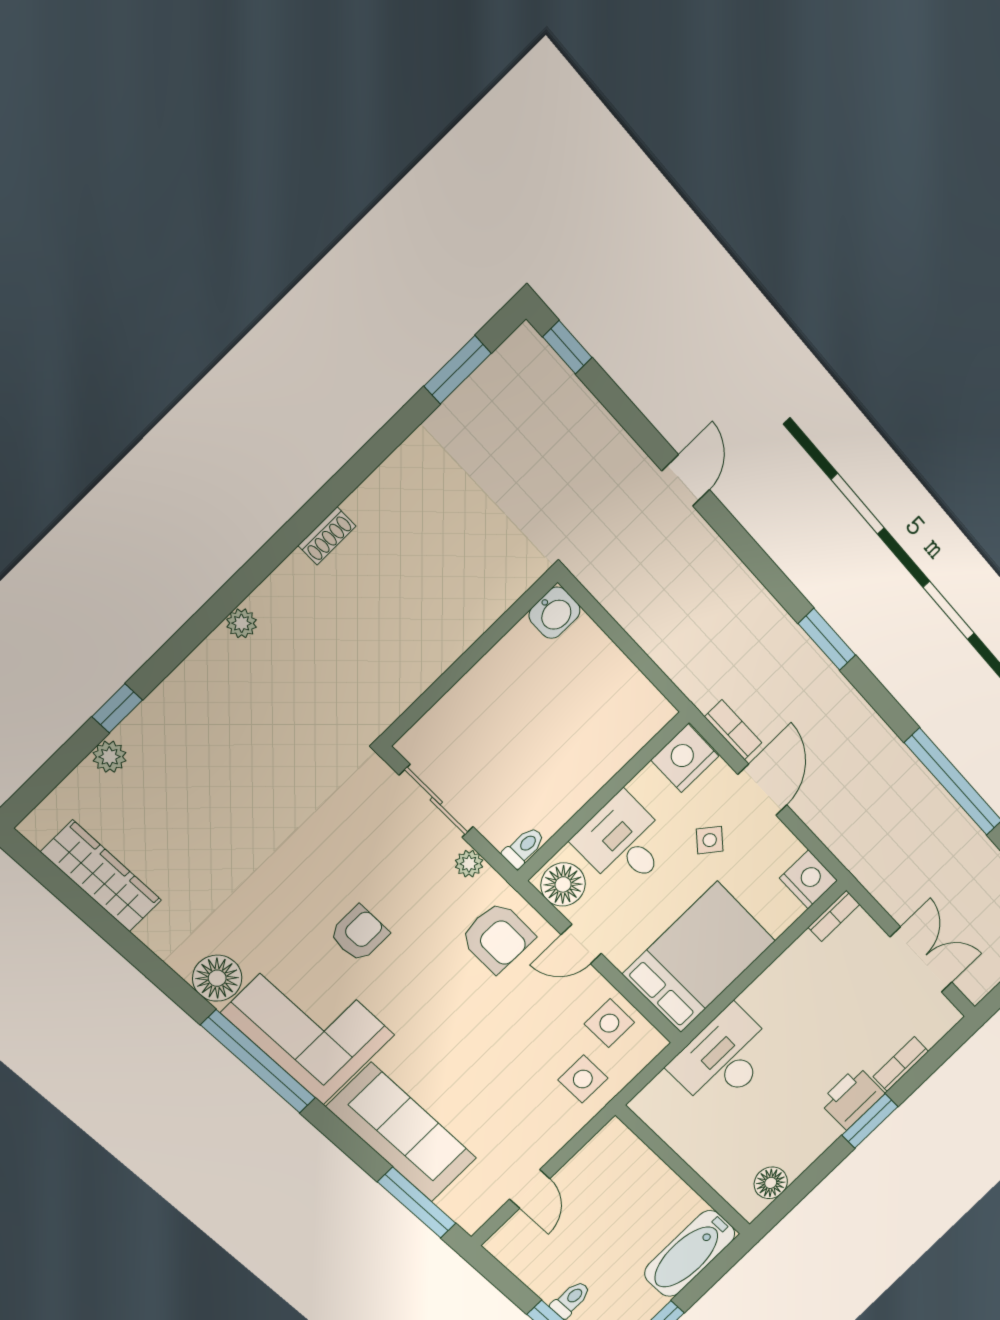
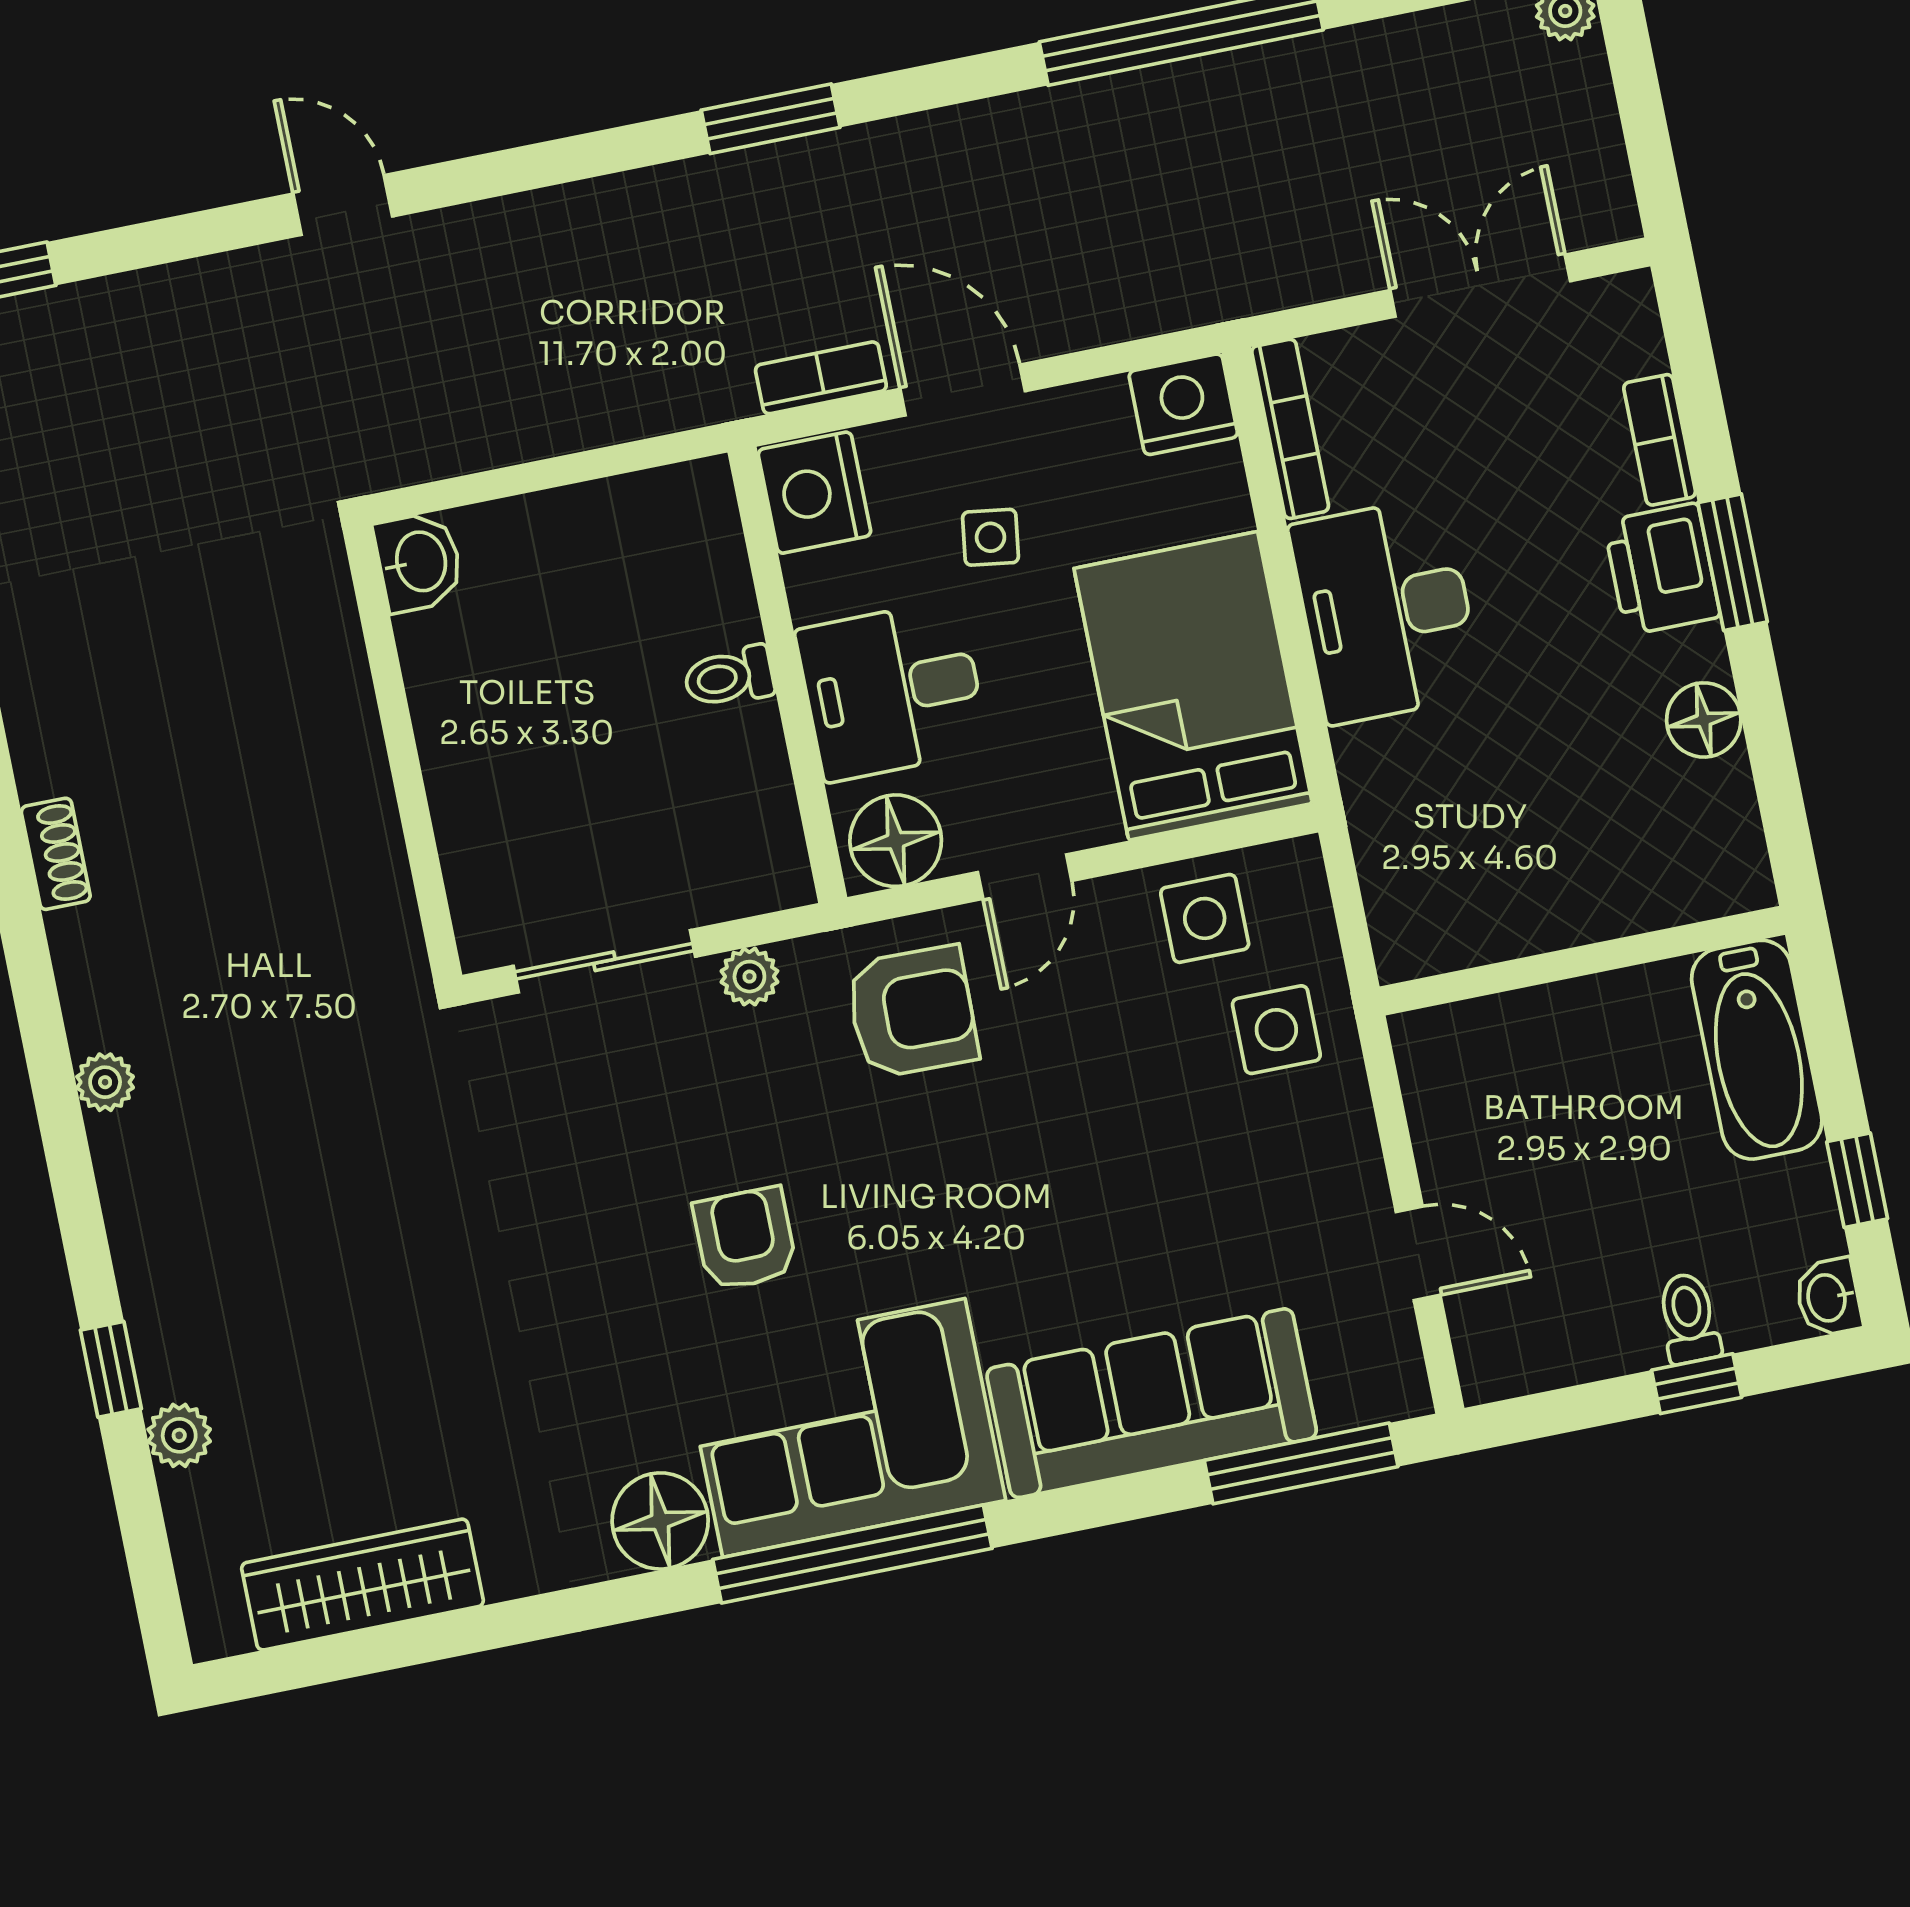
side table: (710, 840) -> (990, 537), turned -31
toilet: (524, 847) -> (729, 677), moved, turned -90
bookcase: (834, 916) -> (1290, 429), width x1.56
desk: (723, 1058) -> (1386, 610), moved
floor lamp: (771, 1183) -> (1704, 720), moved

